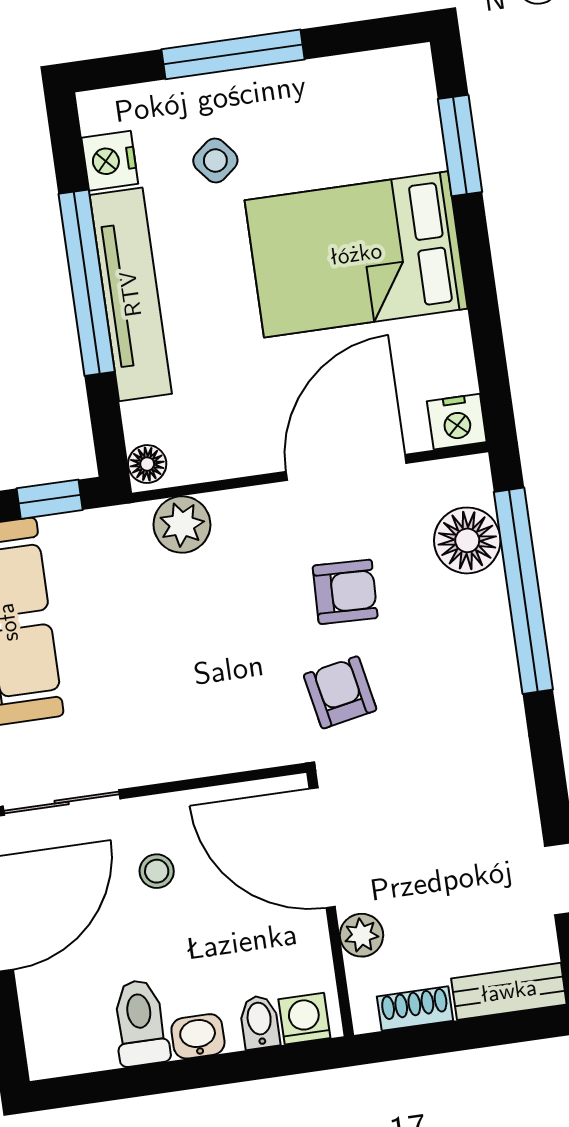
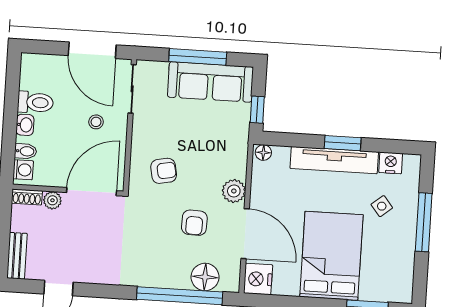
window: (87, 283) -> (343, 143), width x0.47
nightstand: (457, 422) -> (258, 279), width x1.36, depth x1.33
plant: (182, 525) -> (234, 191), moved
armchair: (340, 692) -> (164, 171), moved
shoe rack: (415, 1009) -> (27, 197), moved, turned 90

